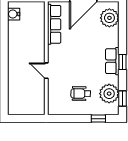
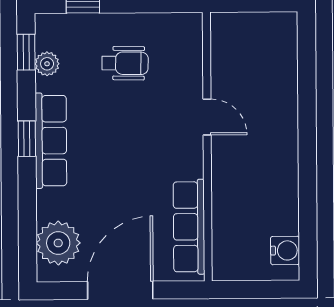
row of seats: (112, 61) -> (51, 141), width x1.48
plant: (109, 94) -> (47, 64), width x0.53, depth x0.53

